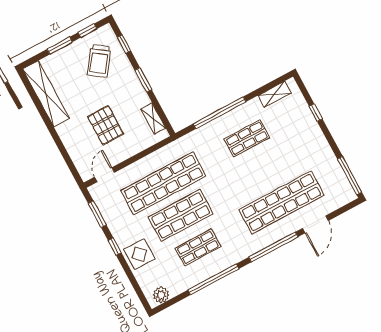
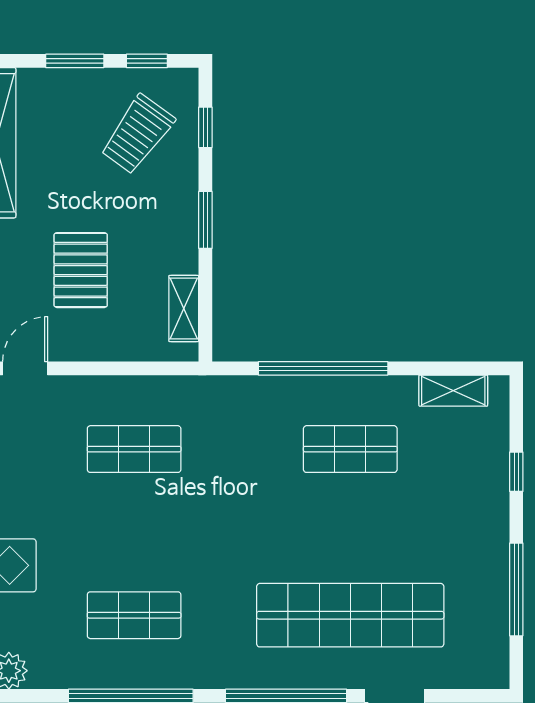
window: (350, 176) -> (516, 589), moved
shop shelf: (163, 183) -> (134, 449), width x0.50, depth x0.74
shop shelf: (181, 215) -> (134, 532), removed

